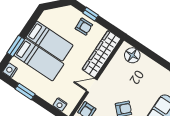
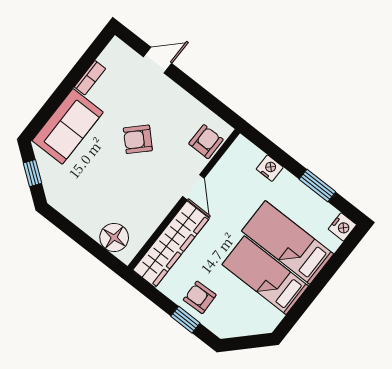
window: (16, 46) -> (329, 271), removed
door: (92, 85) -> (193, 187), hinge flipped
nightstand: (60, 105) -> (270, 168), moved

